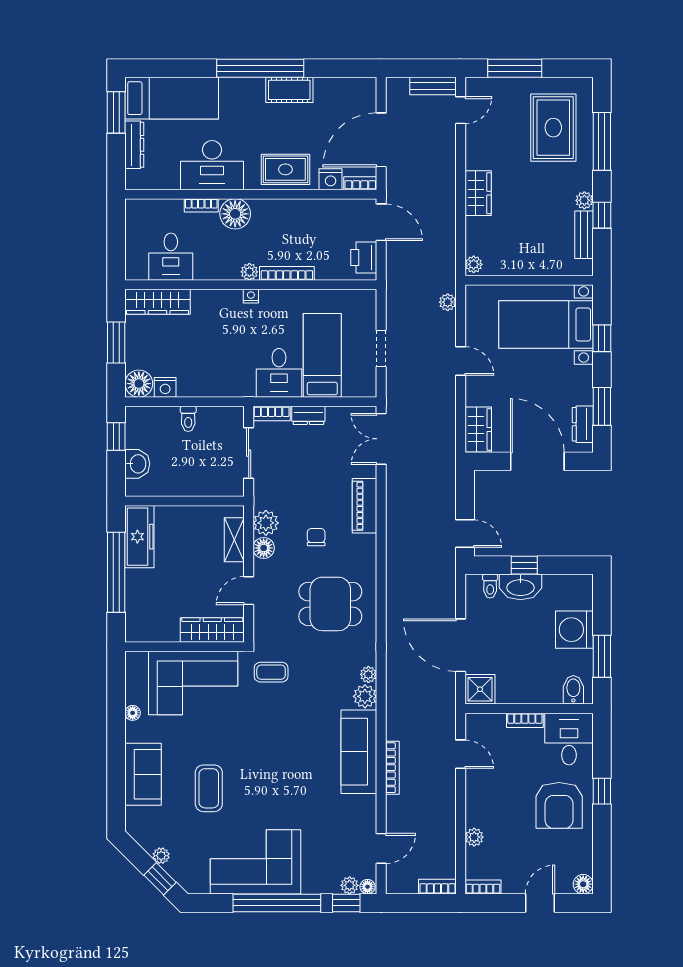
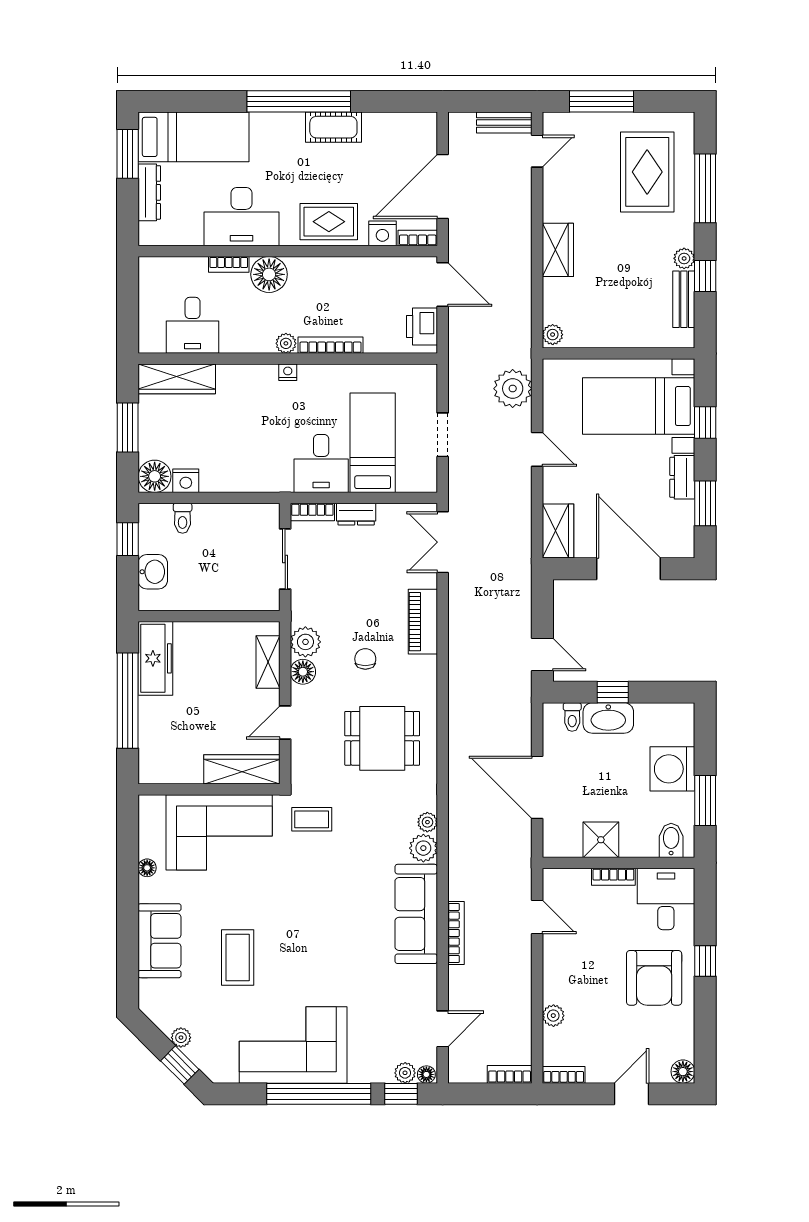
plant: (448, 302) -> (513, 389), width x1.88, depth x1.88
toilet: (188, 419) -> (183, 518), moved
dresser: (583, 424) -> (682, 477), moved
shower: (480, 689) -> (601, 840), moved

